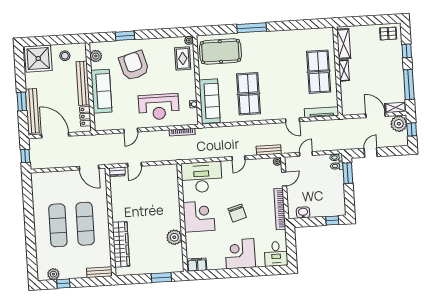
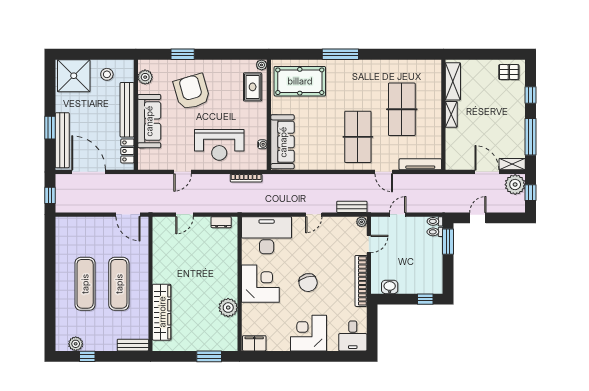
table tennis table: (319, 72) -> (402, 109), moved
table tennis table: (248, 94) -> (358, 137), moved
dresser: (117, 172) -> (221, 222), moved

